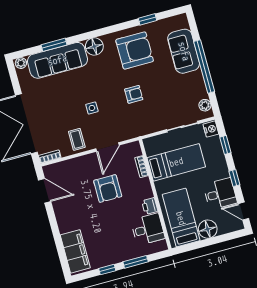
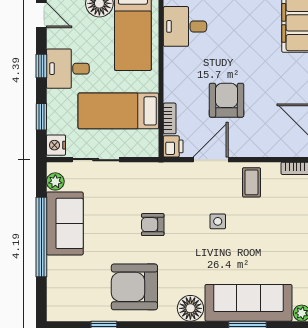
sofa: (184, 51) -> (65, 223), moved
desk: (220, 194) -> (68, 69), moved
printer: (150, 206) -> (173, 146), moved

